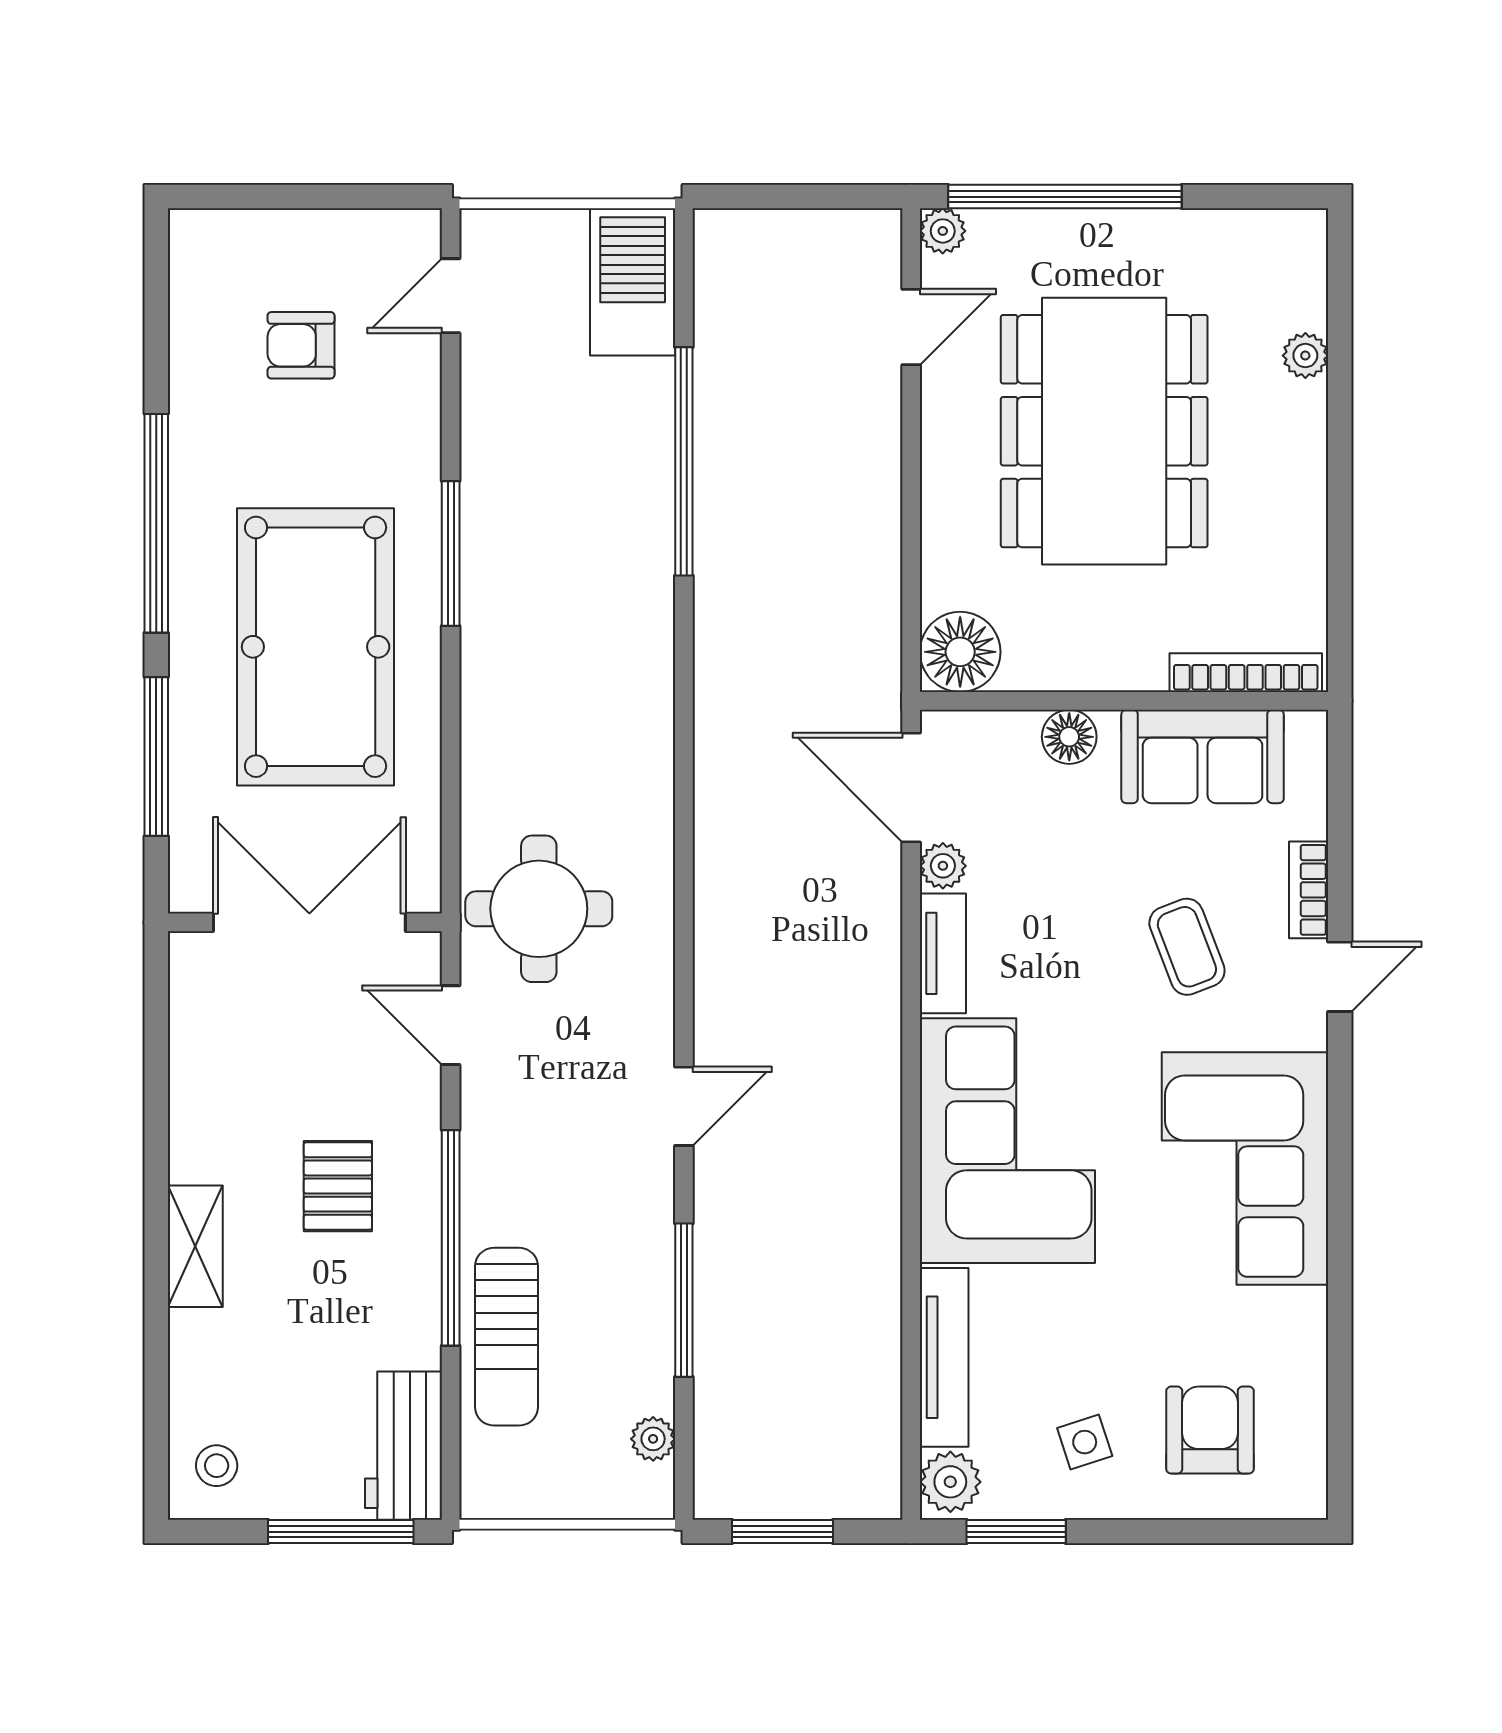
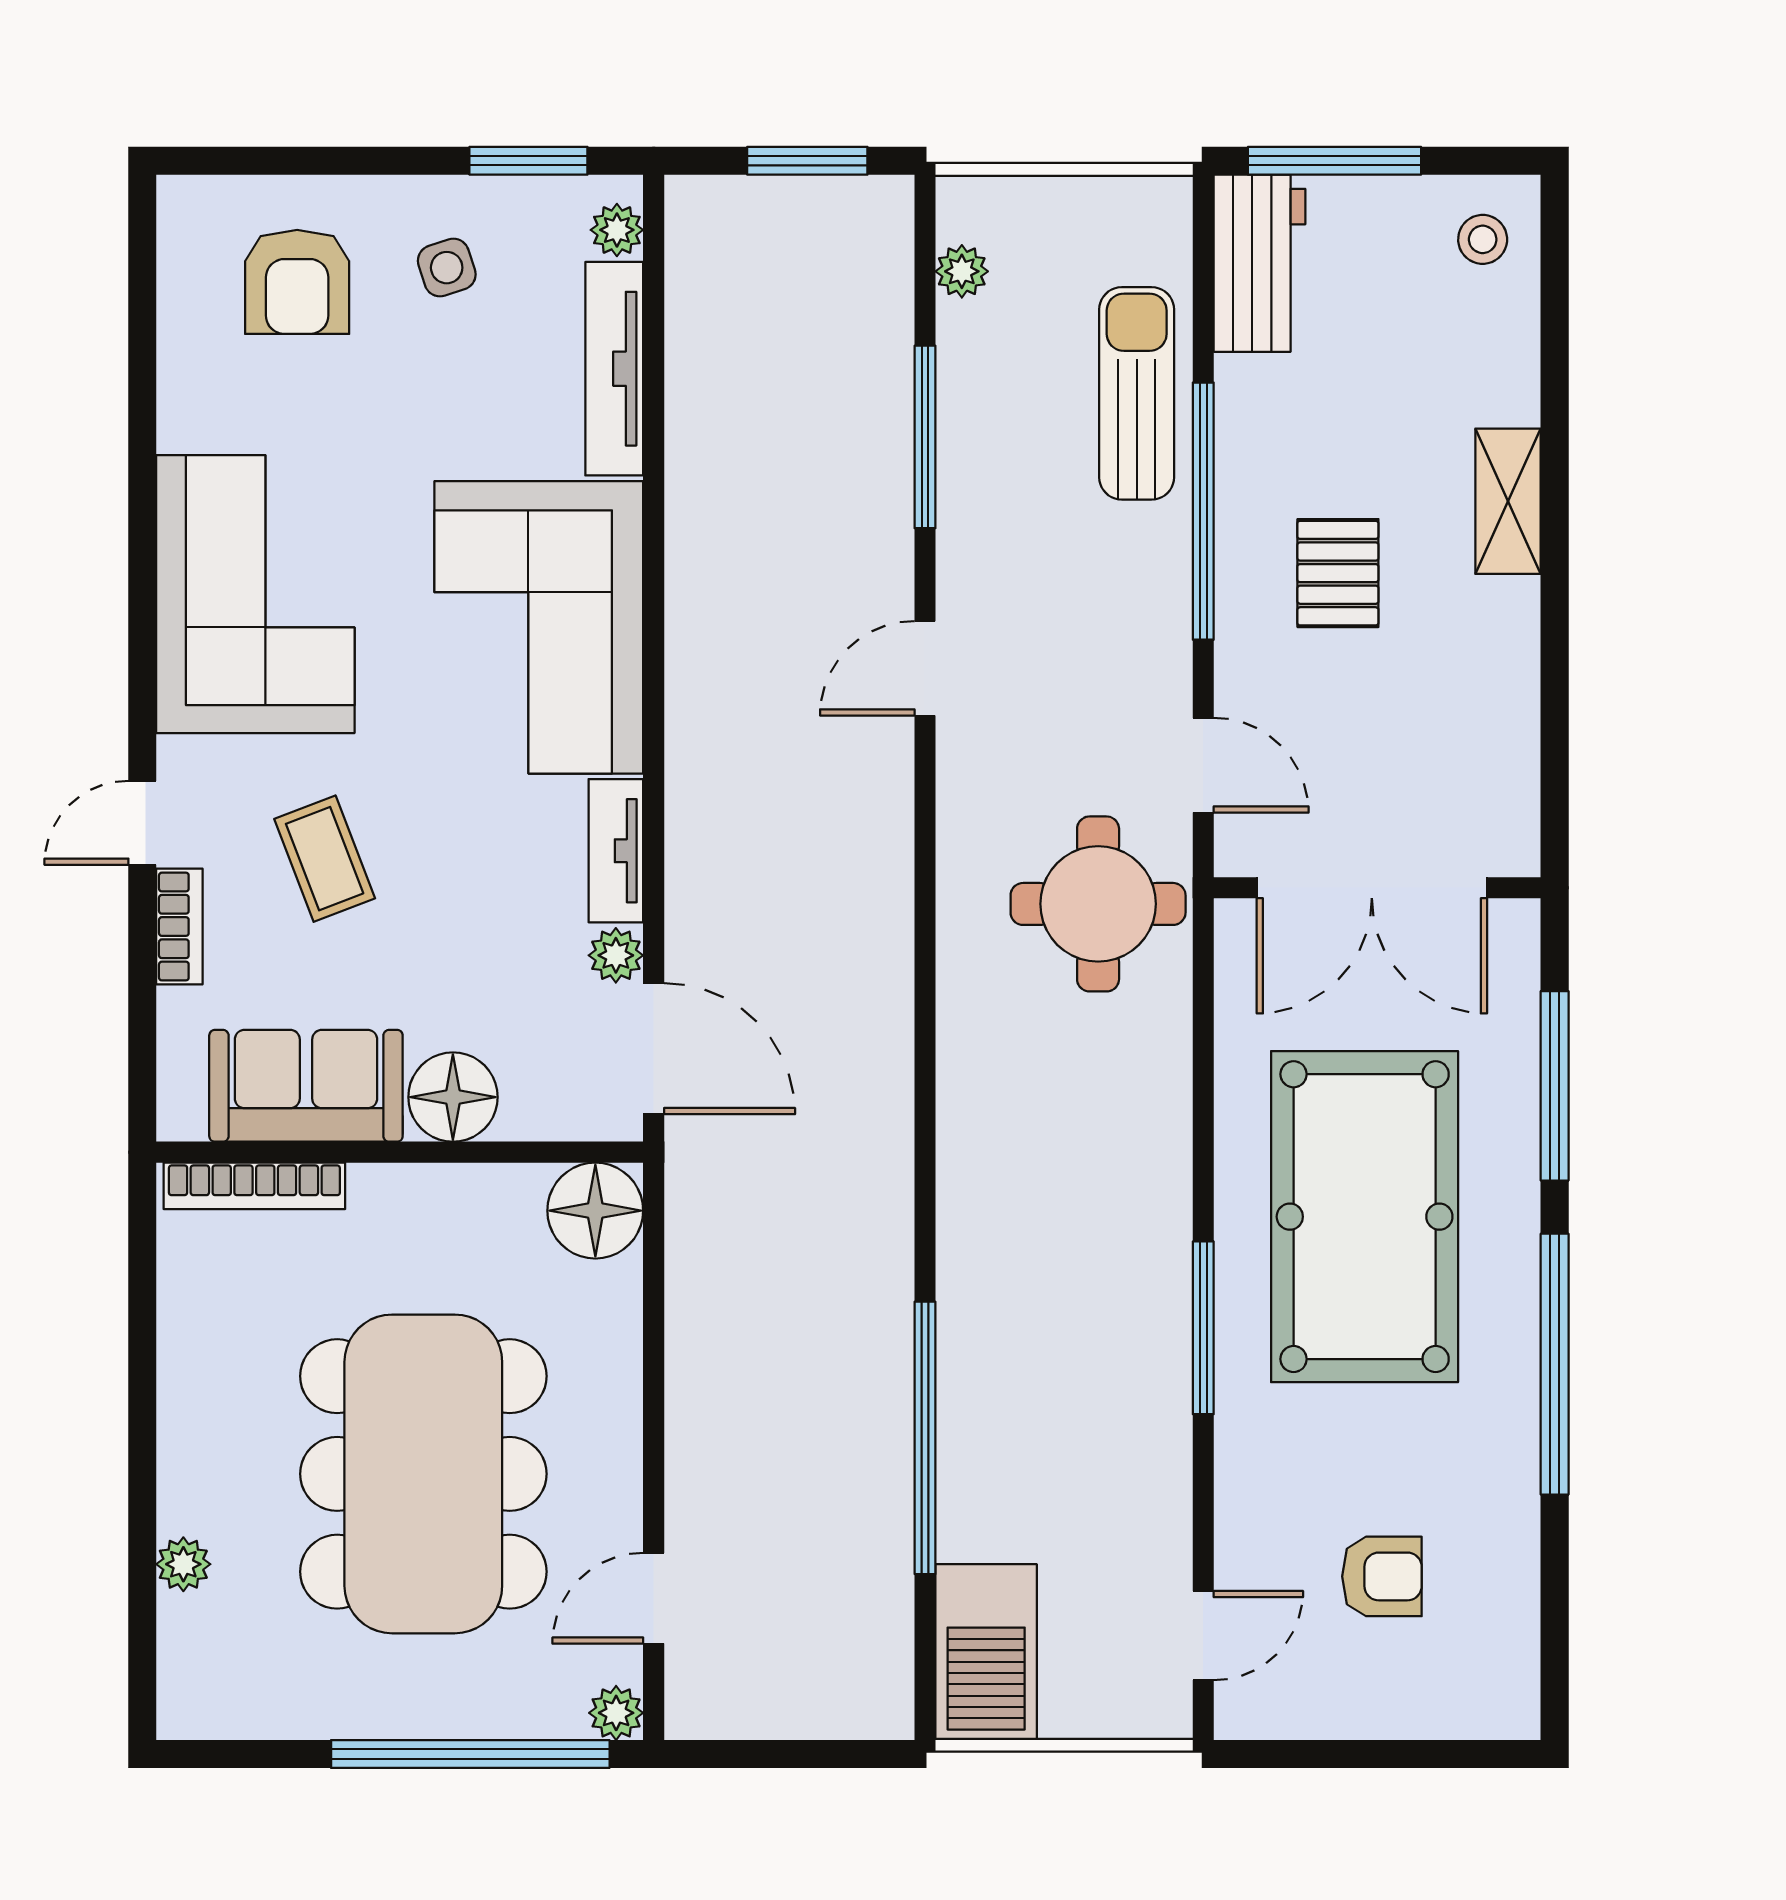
floor lamp: (1069, 737) -> (453, 1097), width x1.38, depth x1.38
plant: (950, 1482) -> (617, 230), width x0.73, depth x0.73

